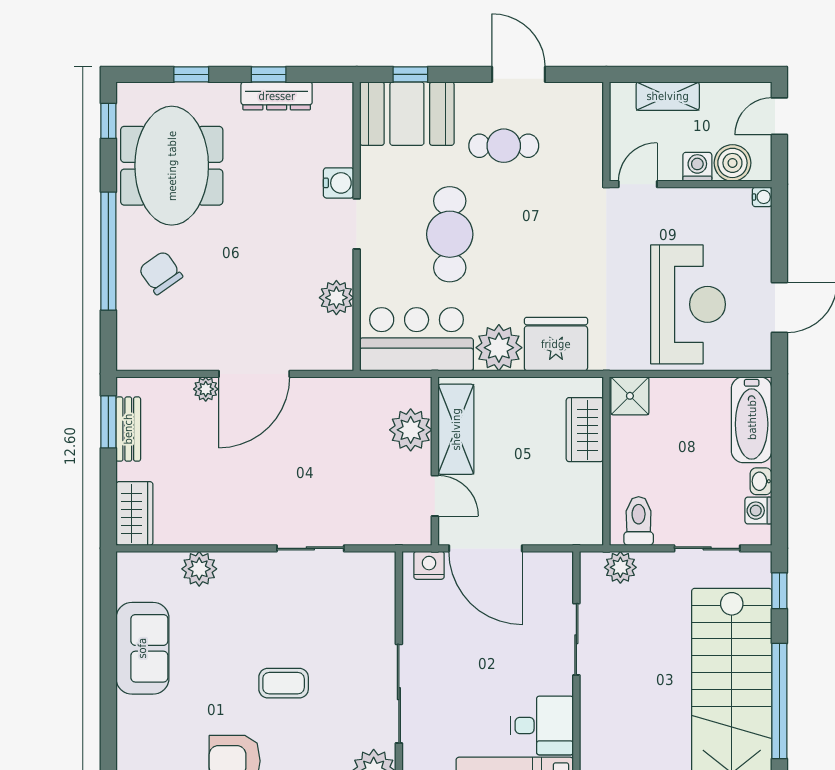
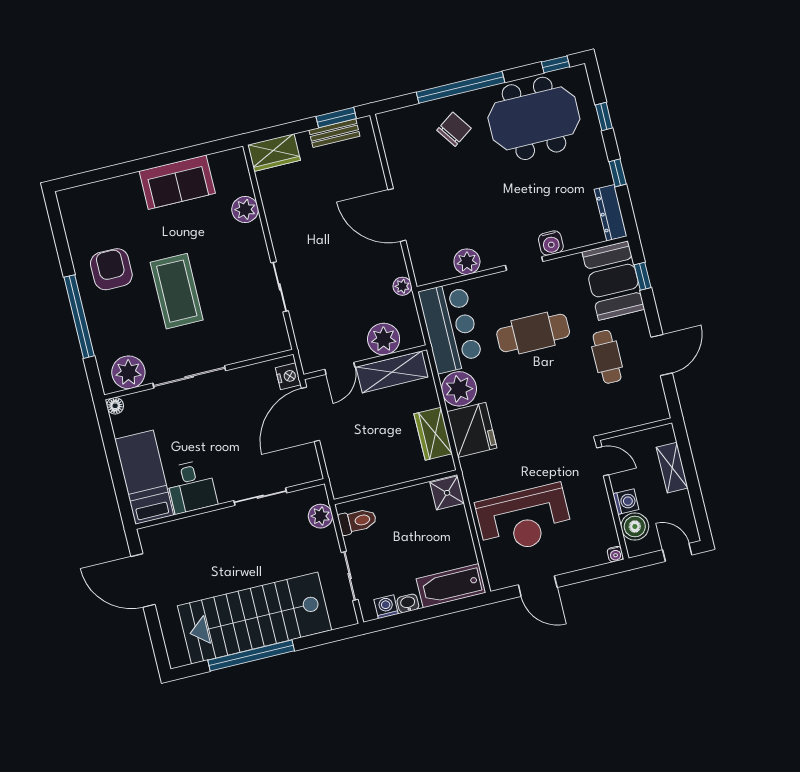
dresser: (277, 96) -> (611, 213), moved
plant: (206, 389) -> (402, 286), moved
wardrobe: (585, 430) -> (433, 434), moved, turned -90
window: (779, 591) -> (331, 636), removed
coffee table: (284, 683) -> (177, 291), width x1.86, depth x1.72

